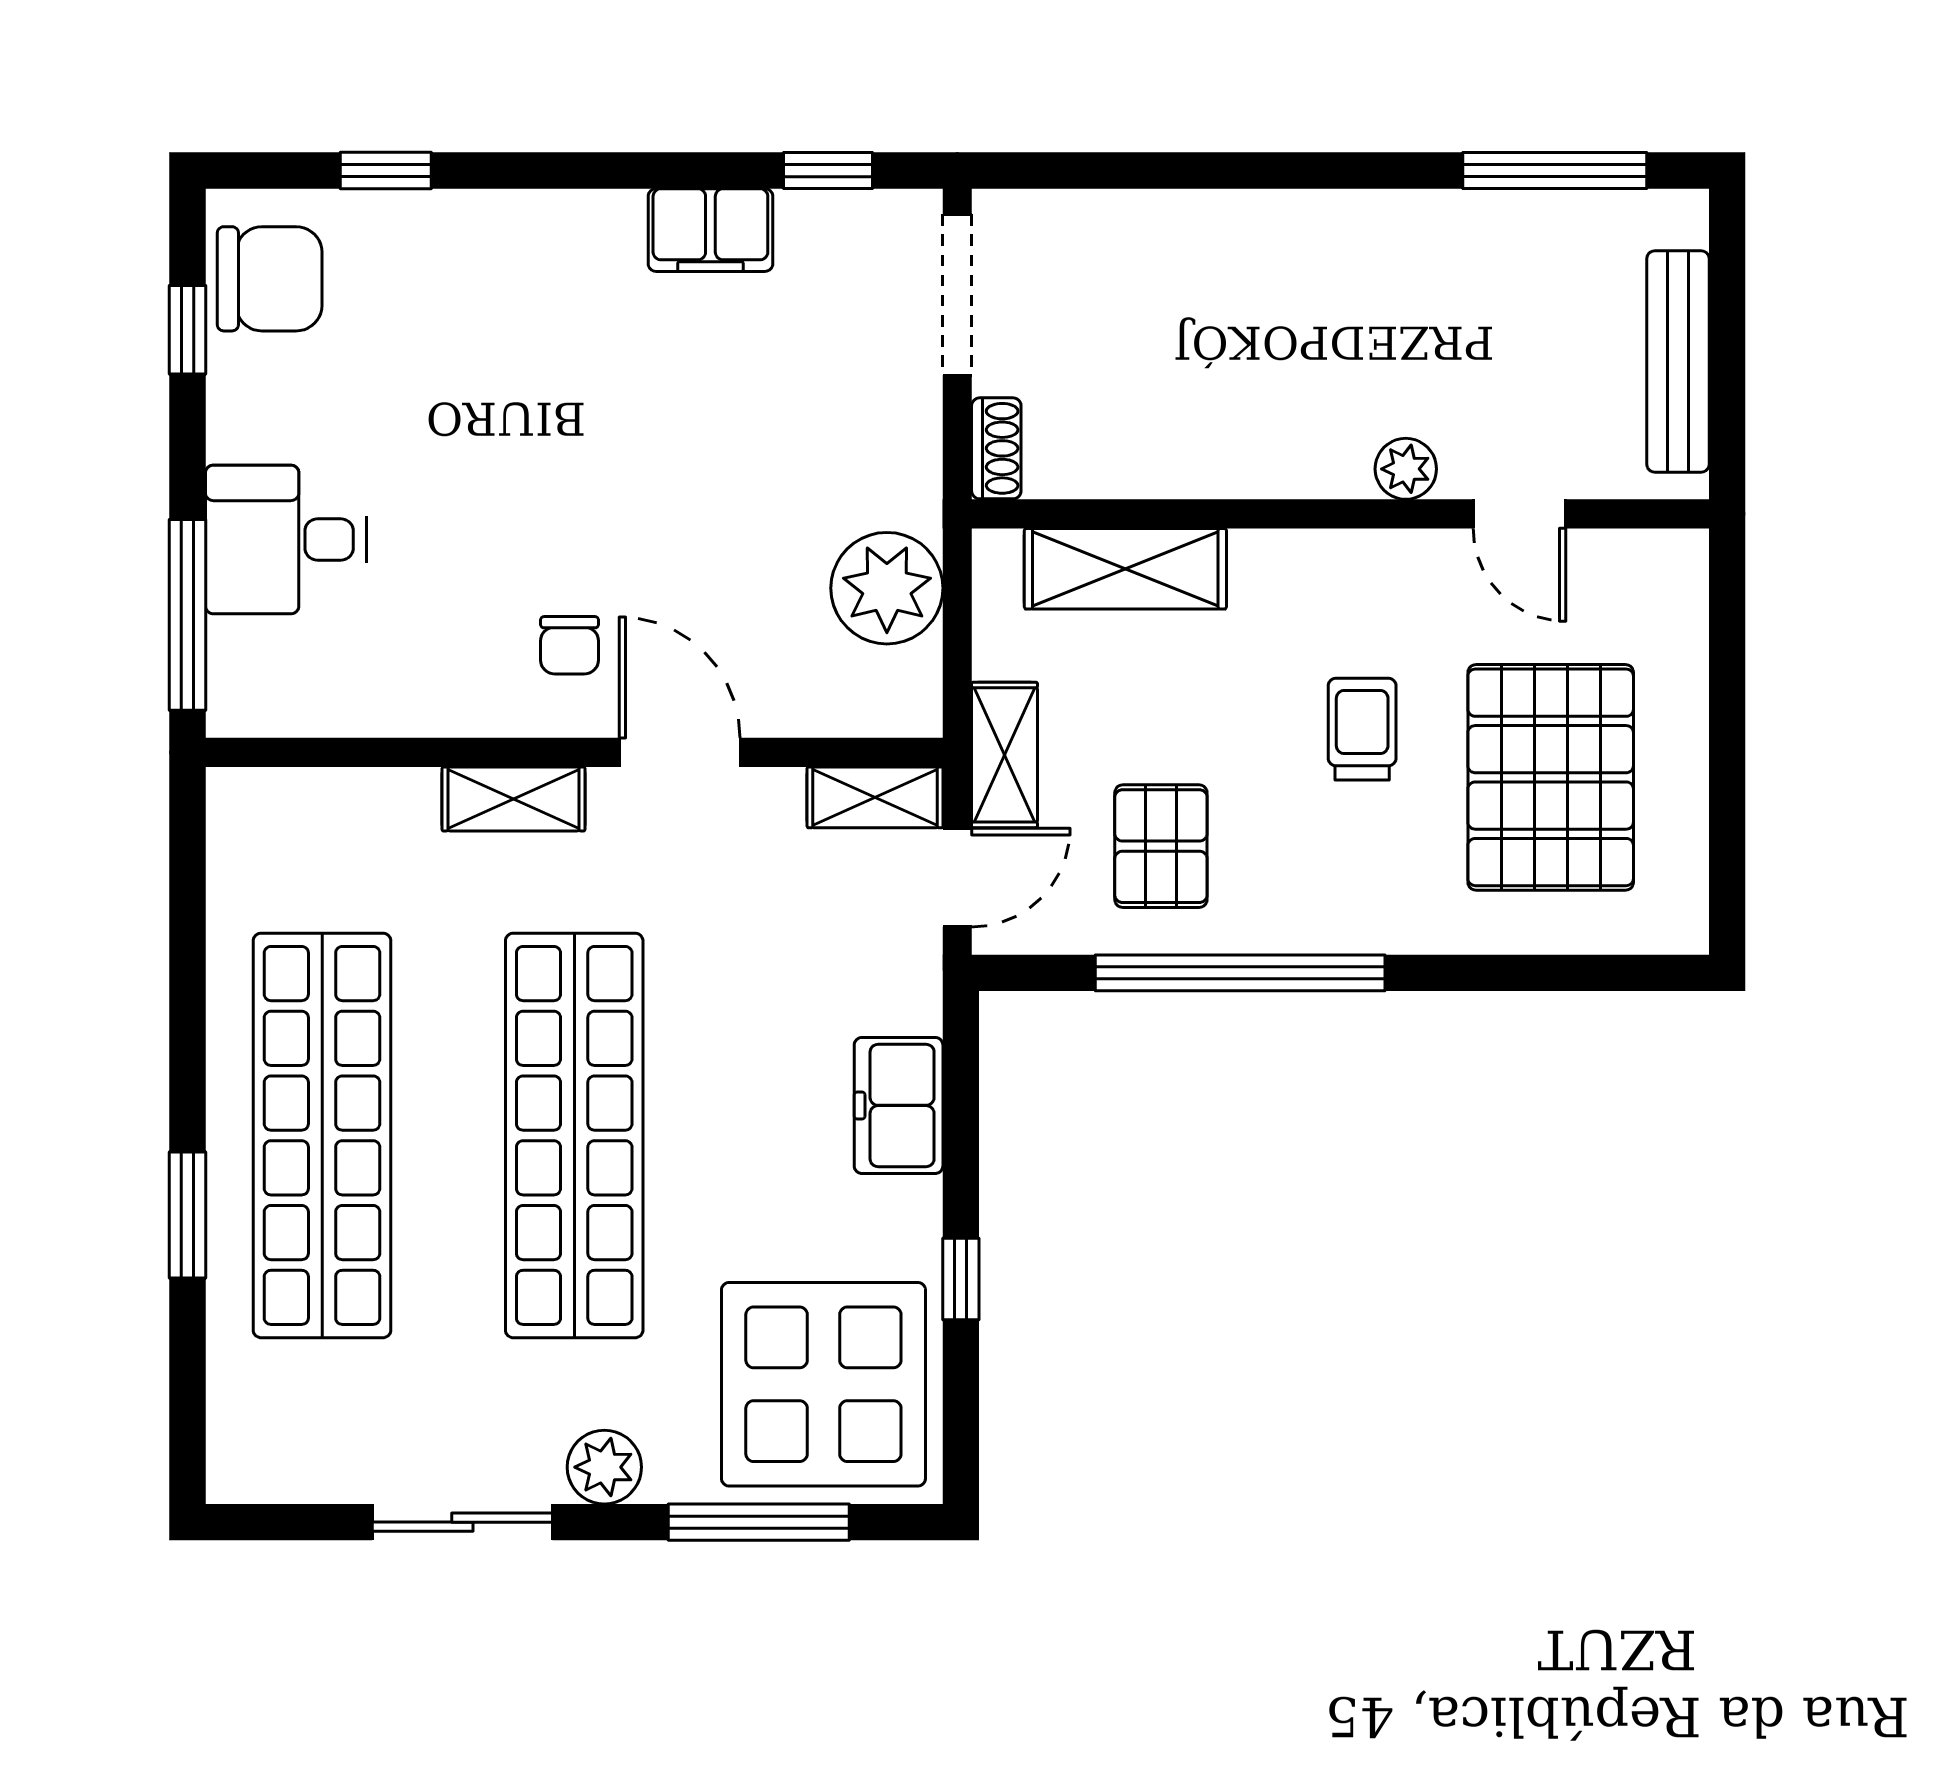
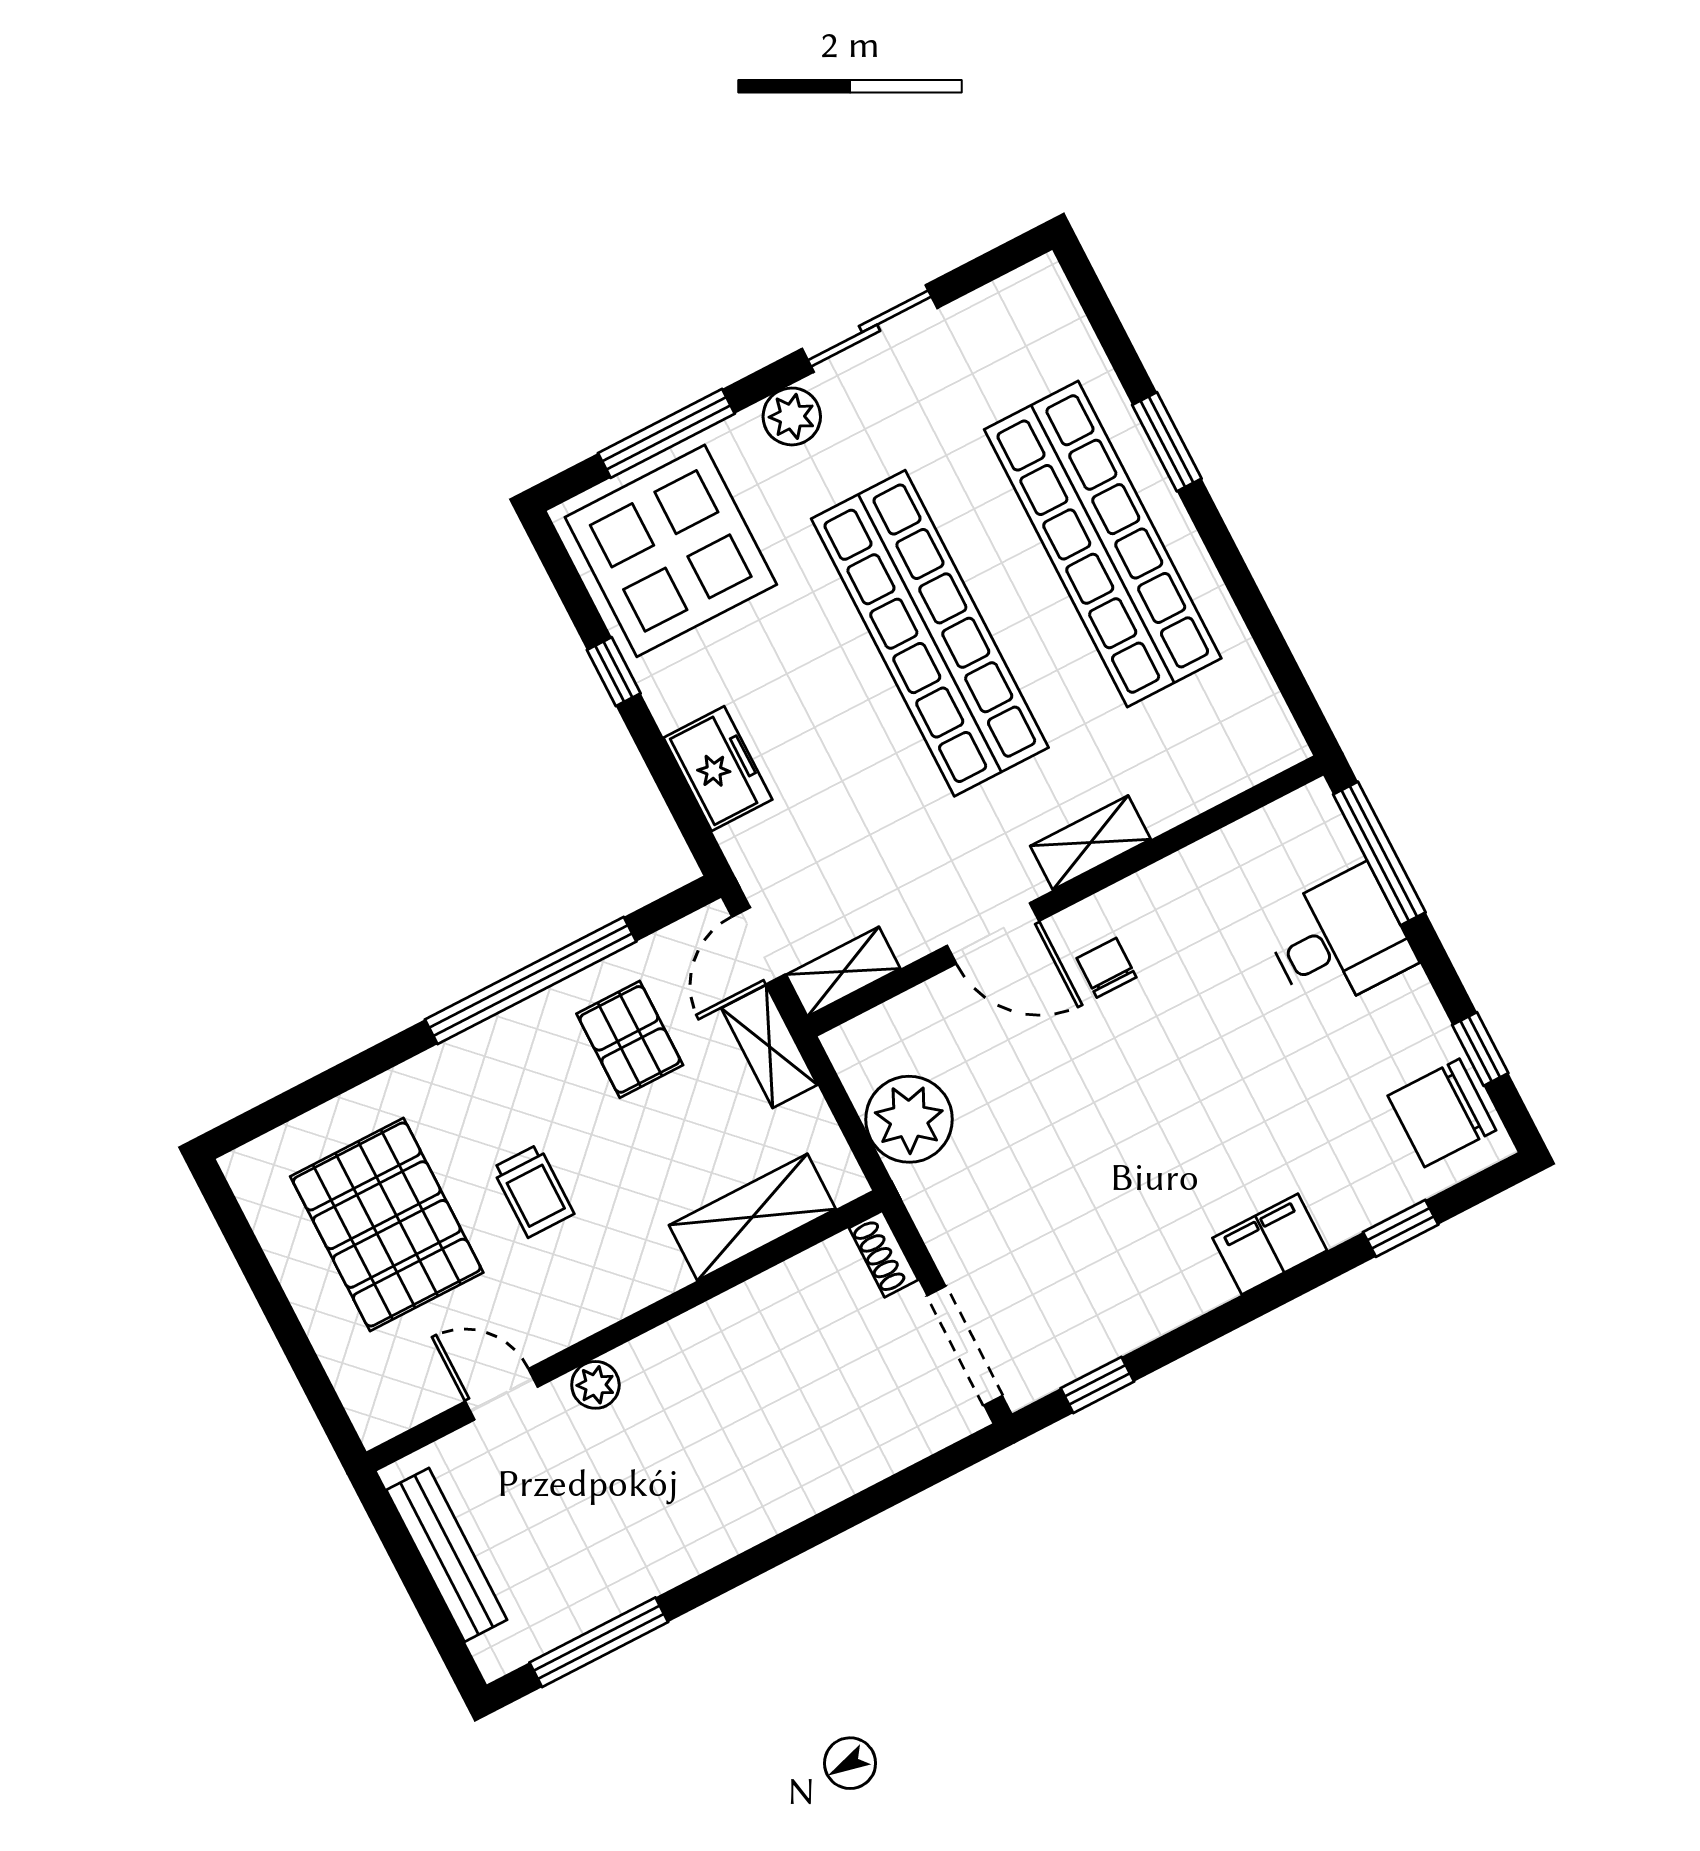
filing cabinet: (710, 230) -> (1270, 1244), moved

